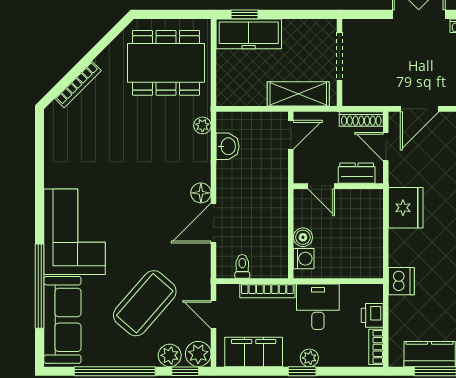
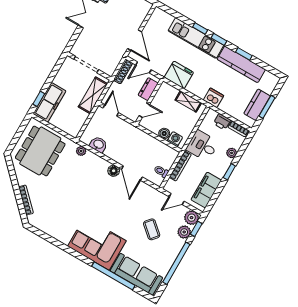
shelving: (373, 246) -> (188, 101), added
coffee table: (145, 303) -> (152, 229), width x0.54, depth x0.58
plant: (309, 358) -> (232, 153), moved

